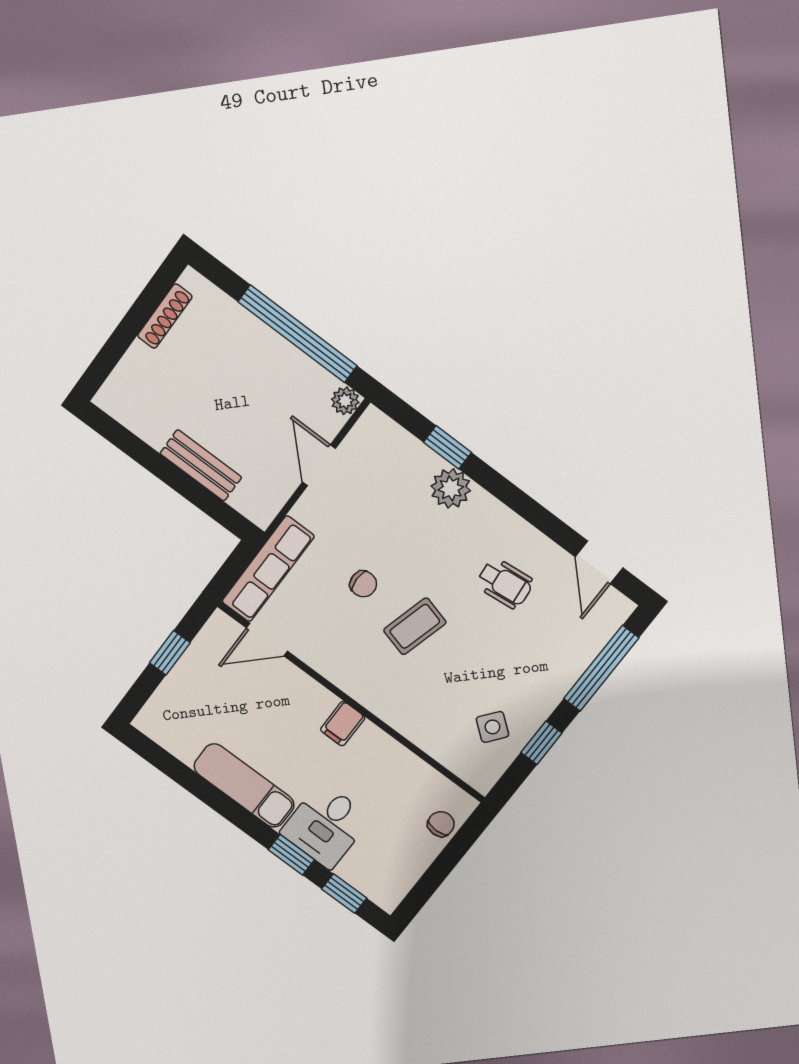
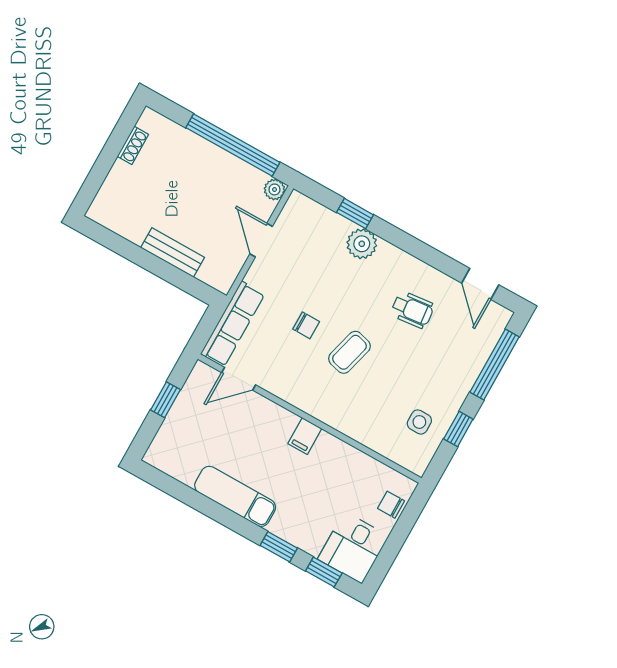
shoe rack: (165, 316) -> (133, 145), width x0.70
side table: (492, 727) -> (419, 422), turned -38
chair: (441, 824) -> (391, 505), turned -90
desk: (326, 825) -> (353, 548), moved

